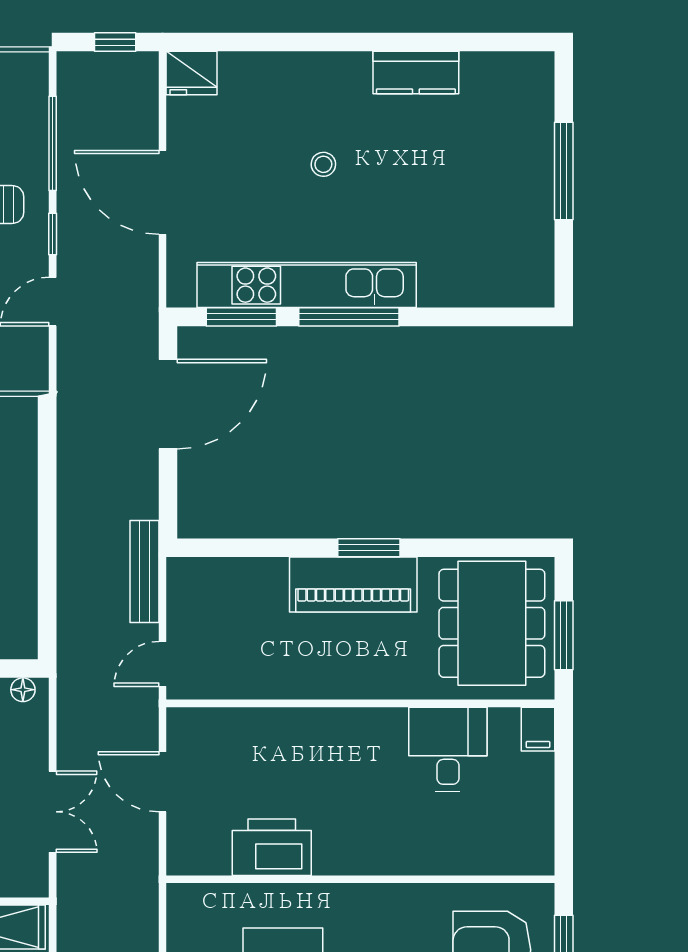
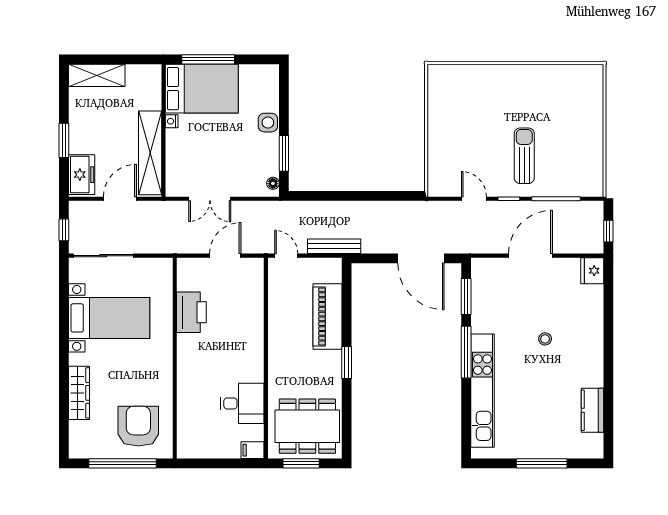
kitchen counter: (416, 73) -> (593, 410), moved
kitchen unit: (307, 285) -> (482, 391), moved
piano: (353, 584) -> (327, 316), moved

